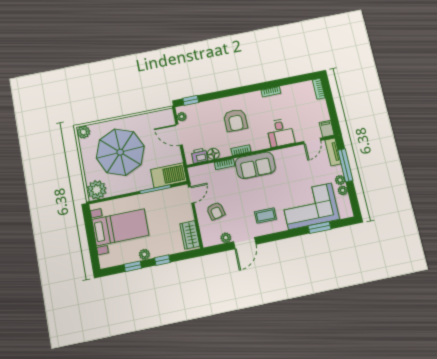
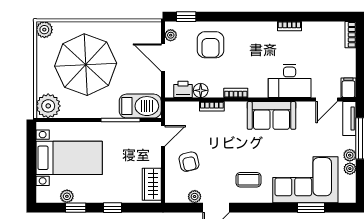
armchair: (235, 120) -> (210, 45), moved
desk: (280, 133) -> (290, 81), width x1.37
sofa: (255, 165) -> (271, 115), moved
plant: (144, 254) -> (67, 196), moved

